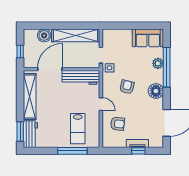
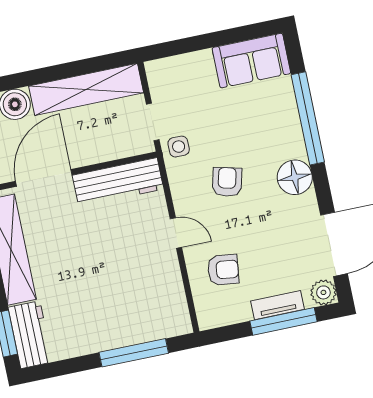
plant: (158, 63) -> (323, 292), moved
lab bench: (78, 129) -> (135, 300), removed
window: (138, 151) -> (284, 321), width x2.17

